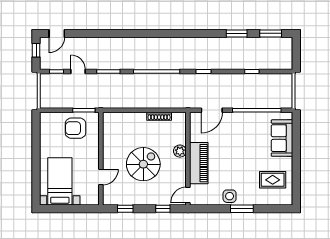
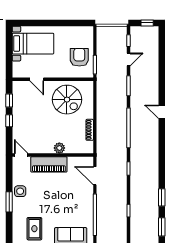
door: (57, 33) -> (162, 112), moved
spiral stairs: (143, 164) -> (67, 100), moved
window: (163, 209) -> (9, 121), moved

